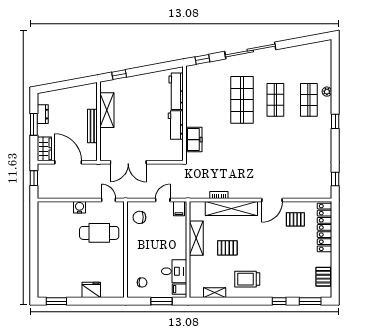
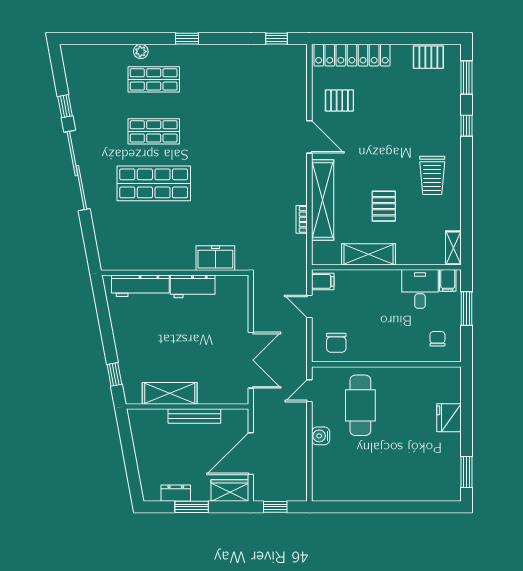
window: (202, 59) -> (65, 106), moved
pallet: (295, 219) -> (339, 101), turned 90
shelving: (215, 293) -> (453, 248), moved

